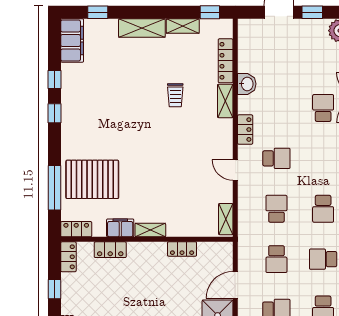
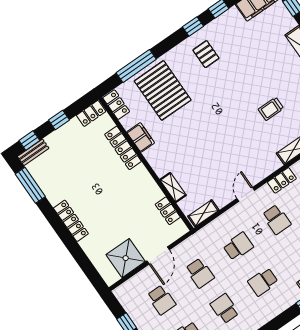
pallet: (87, 119) -> (206, 54), added
shelving: (150, 230) -> (173, 187), moved
locker: (182, 249) -> (168, 211), moved
locker: (110, 250) -> (123, 148), width x1.53
school desk: (276, 259) -> (200, 273), turned -90
door: (235, 285) -> (158, 255), swing flipped

